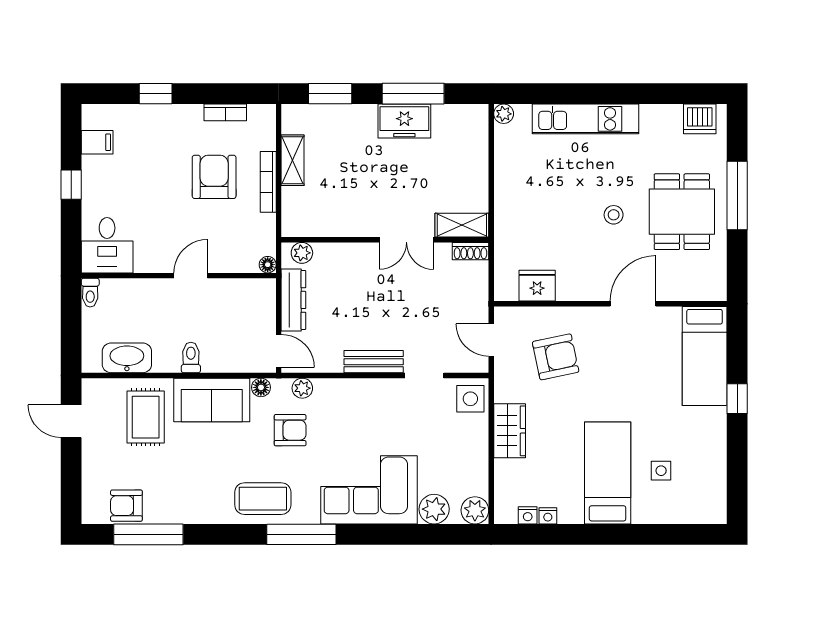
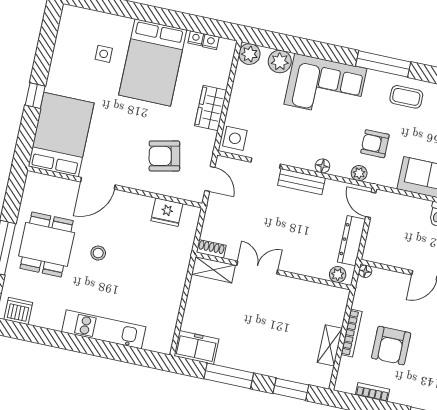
plant: (504, 114) -> (164, 346), removed
freezer: (404, 121) -> (196, 348), moved
bed: (705, 356) -> (61, 135), width x1.50
floor lamp: (261, 387) -> (322, 166), moved
bed: (608, 473) -> (153, 63), width x1.50
coffee table: (263, 499) -> (406, 97), width x0.73, depth x0.77

